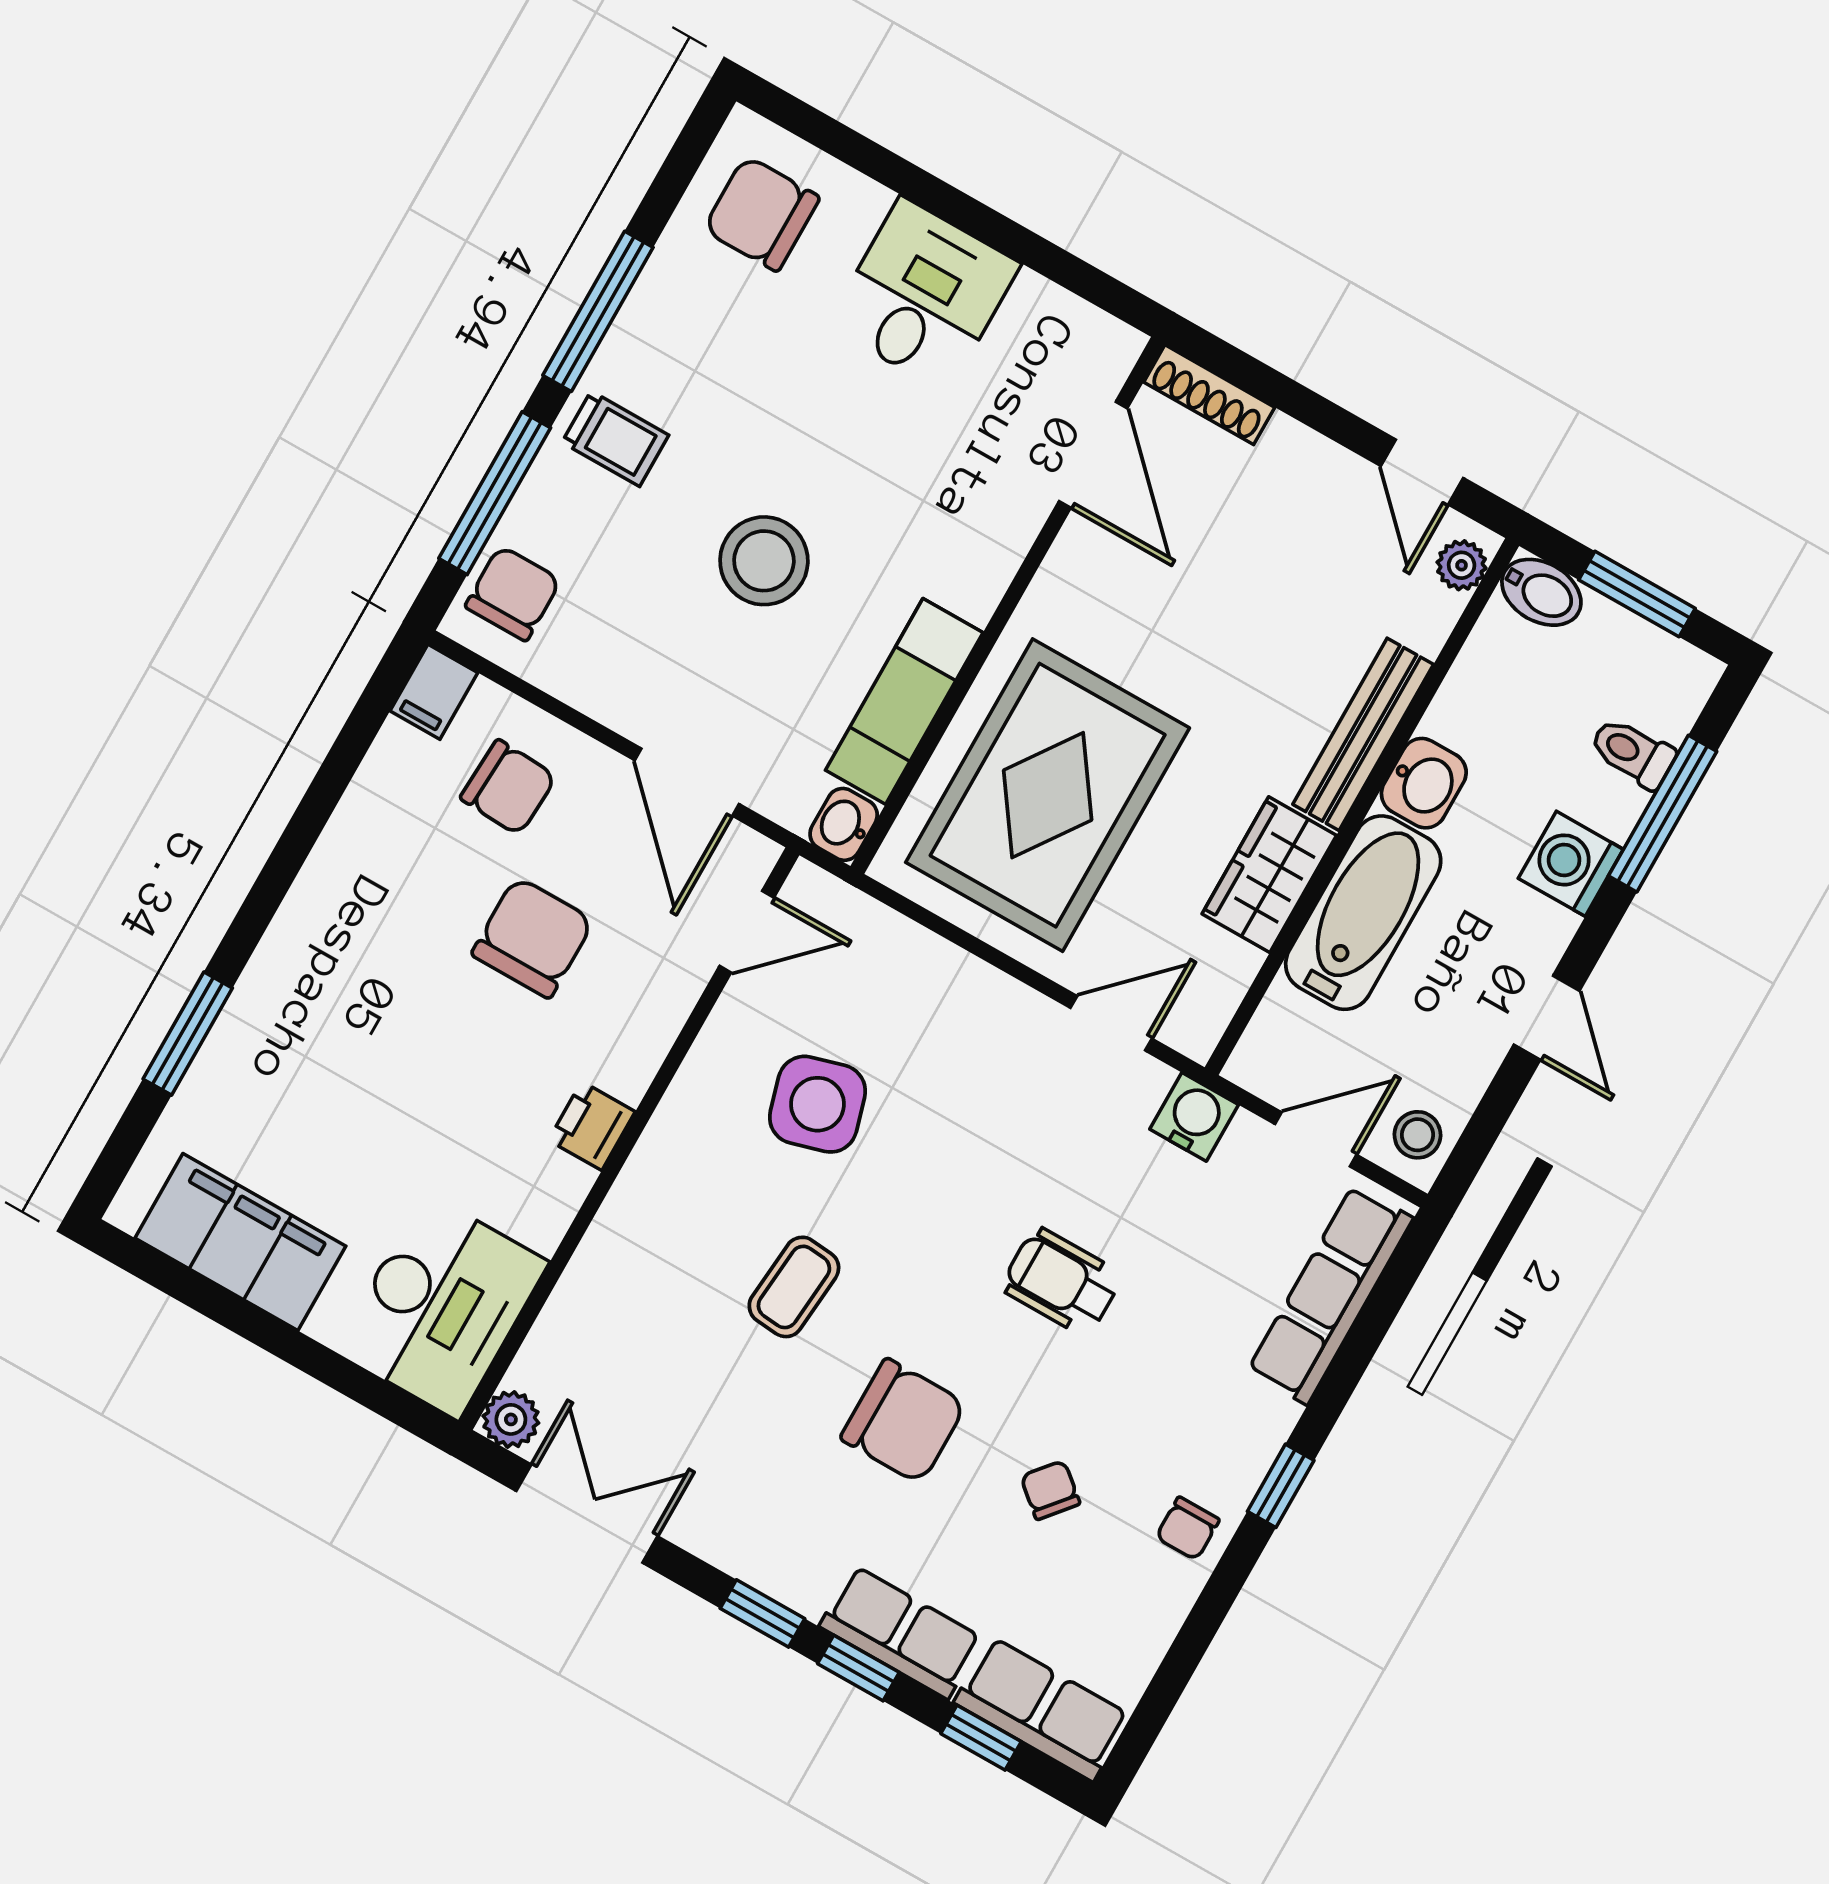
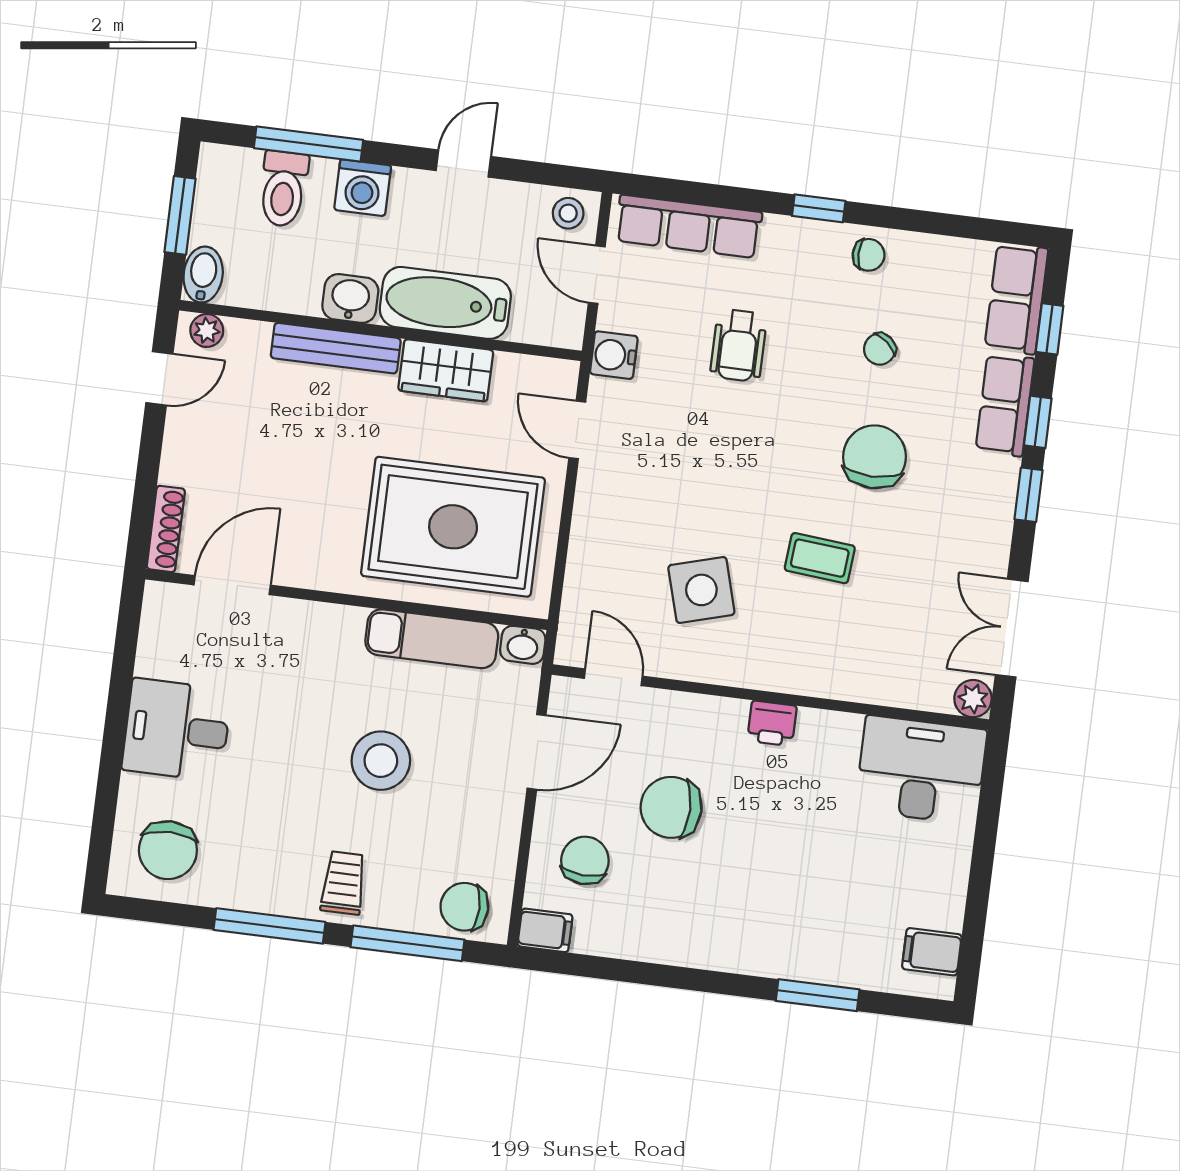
toilet: (1632, 753) -> (283, 189), width x1.37, depth x1.39
filing cabinet: (240, 1242) -> (932, 952), width x0.33, depth x0.86
wheelchair: (1062, 1282) -> (739, 345), moved

